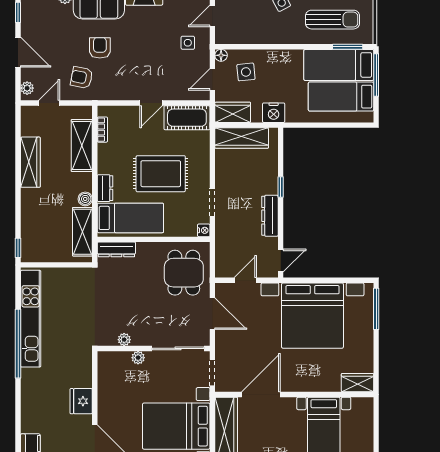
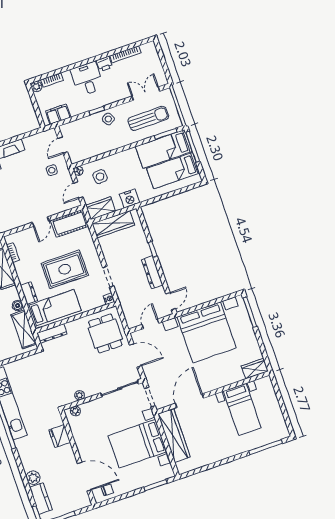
plant: (138, 358) -> (75, 411), moved
fridge: (81, 401) -> (60, 436), moved
plant: (30, 423) -> (33, 478), added

